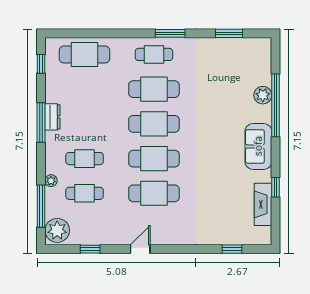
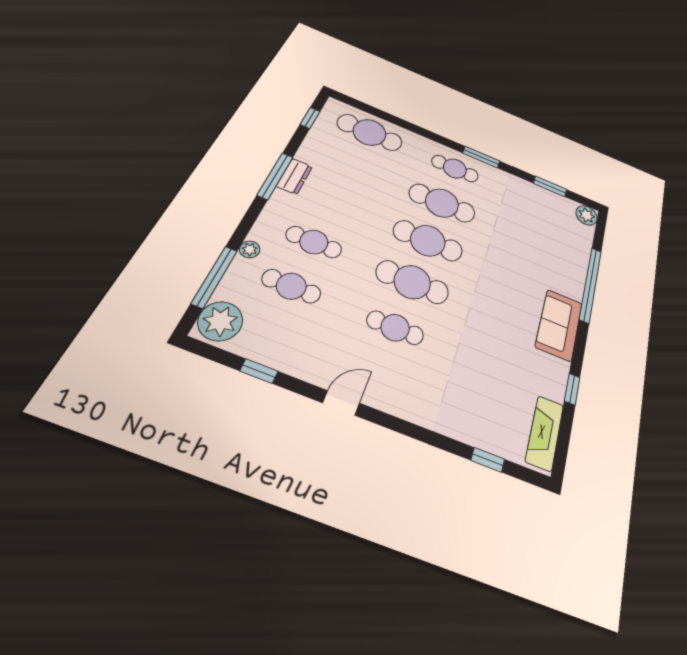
plant: (263, 95) -> (587, 215), moved
cafe table: (154, 193) -> (395, 328), width x0.73, depth x0.74
fireplace: (263, 204) -> (545, 433), moved

